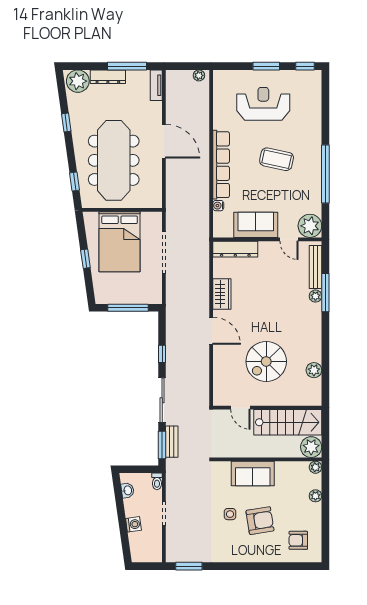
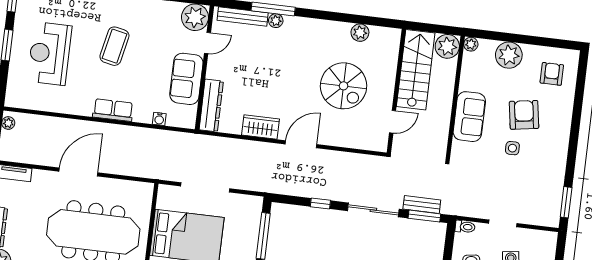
row of seats: (221, 165) -> (113, 110), width x0.50
plant: (315, 496) -> (509, 55), width x1.88, depth x1.88
armchair: (298, 540) -> (552, 74), turned 180

